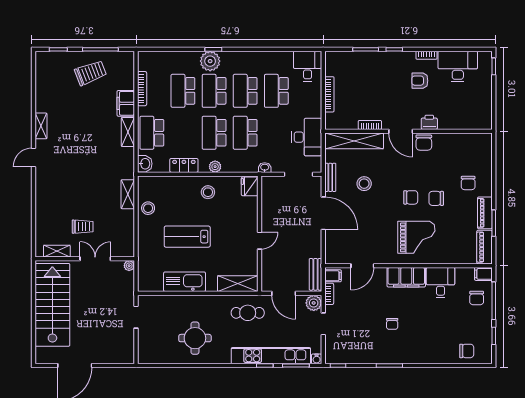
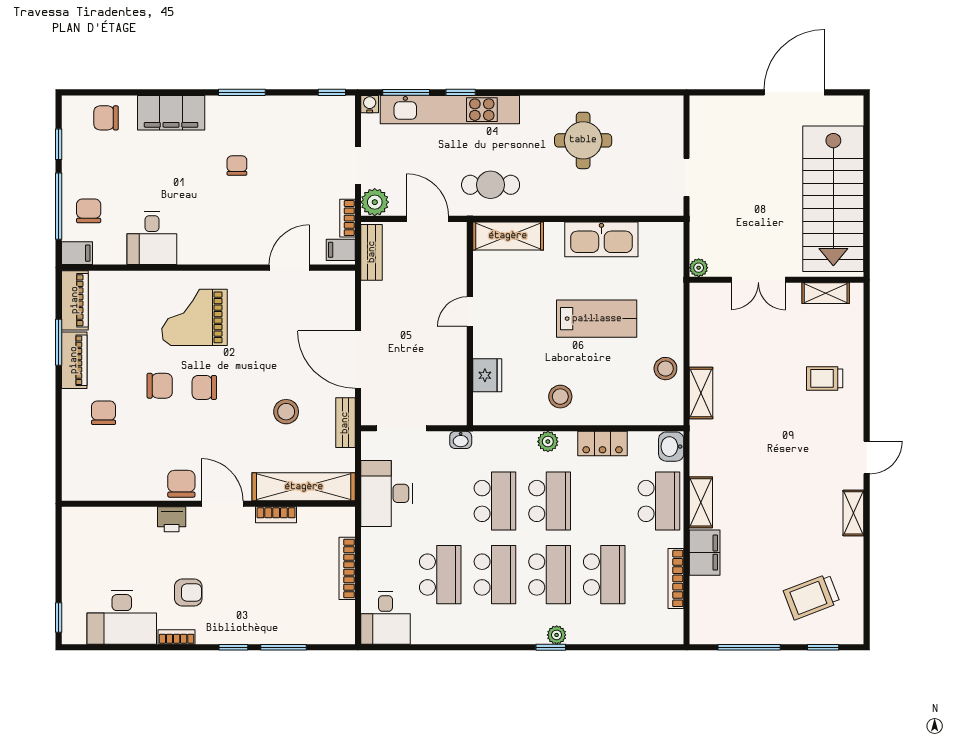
plant: (210, 61) -> (557, 635), width x0.53, depth x0.53
trolley: (91, 73) -> (812, 597), moved
fridge: (250, 186) -> (487, 375), moved
trolley: (83, 227) -> (825, 378), moved
filing cabinet: (406, 277) -> (171, 113), moved, turned 180

